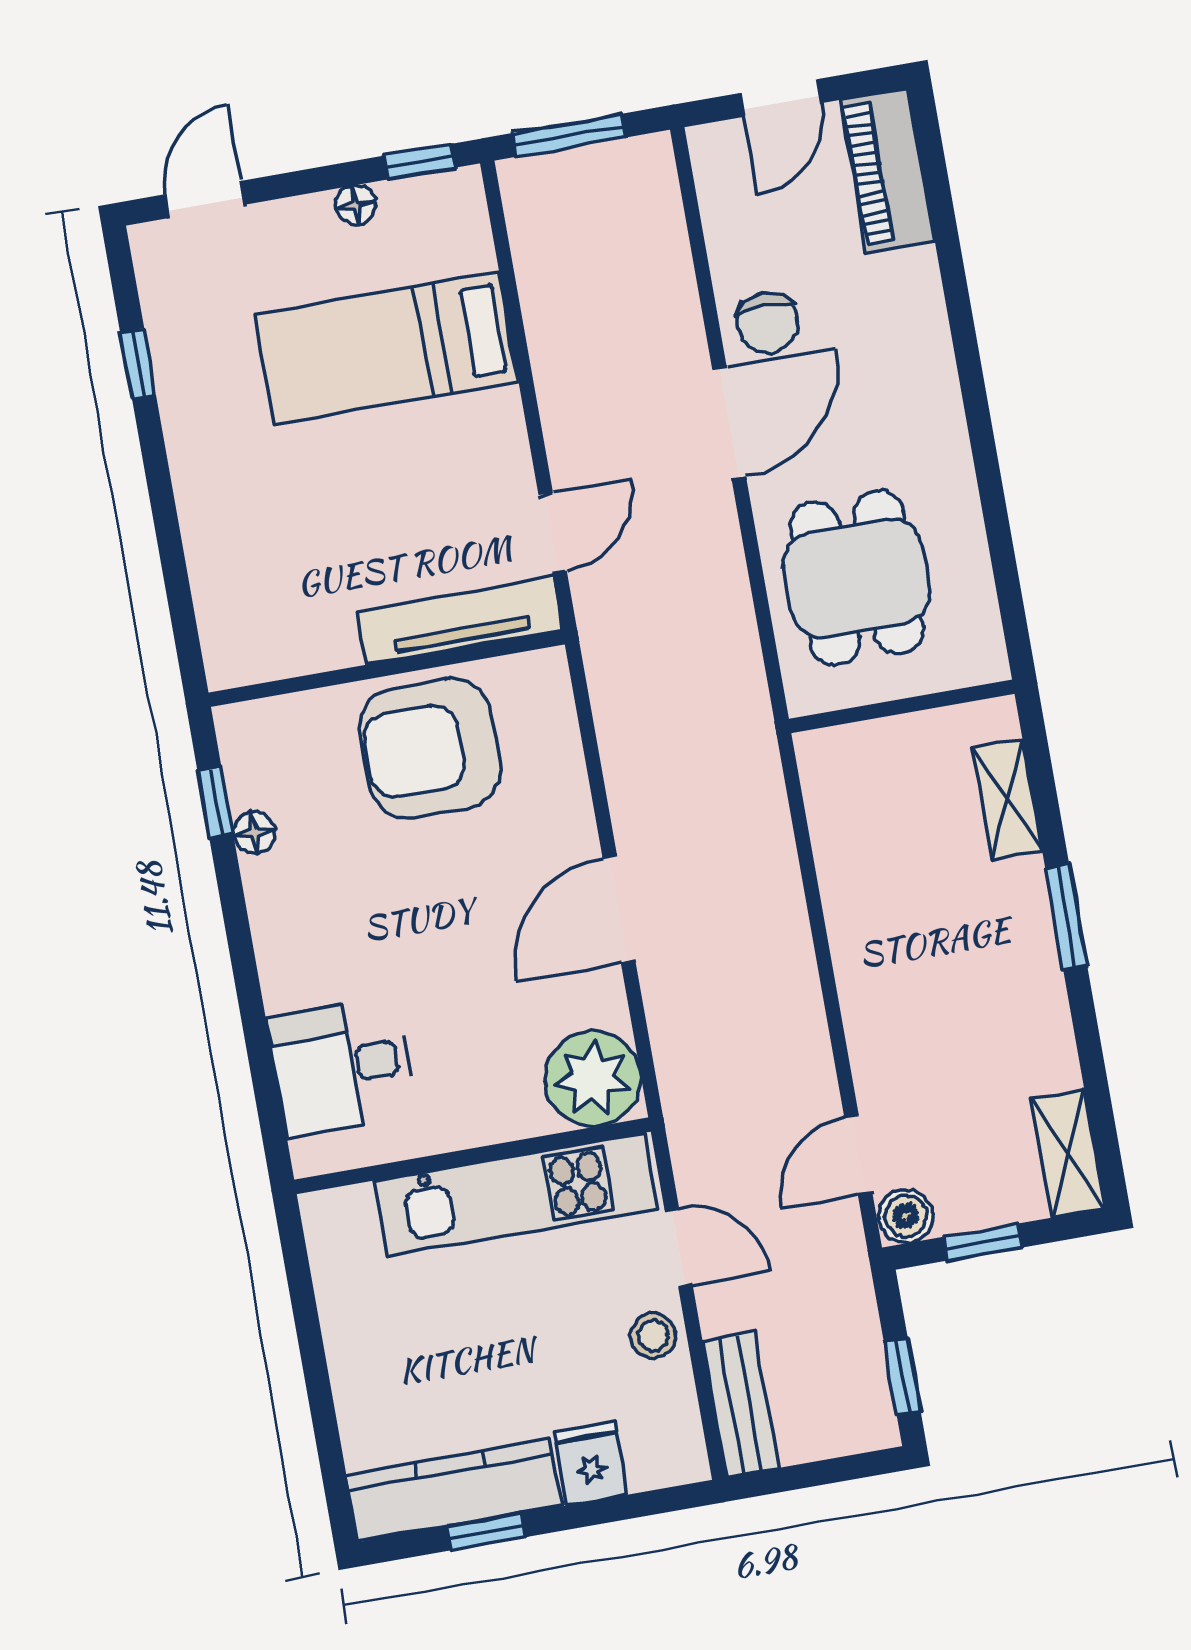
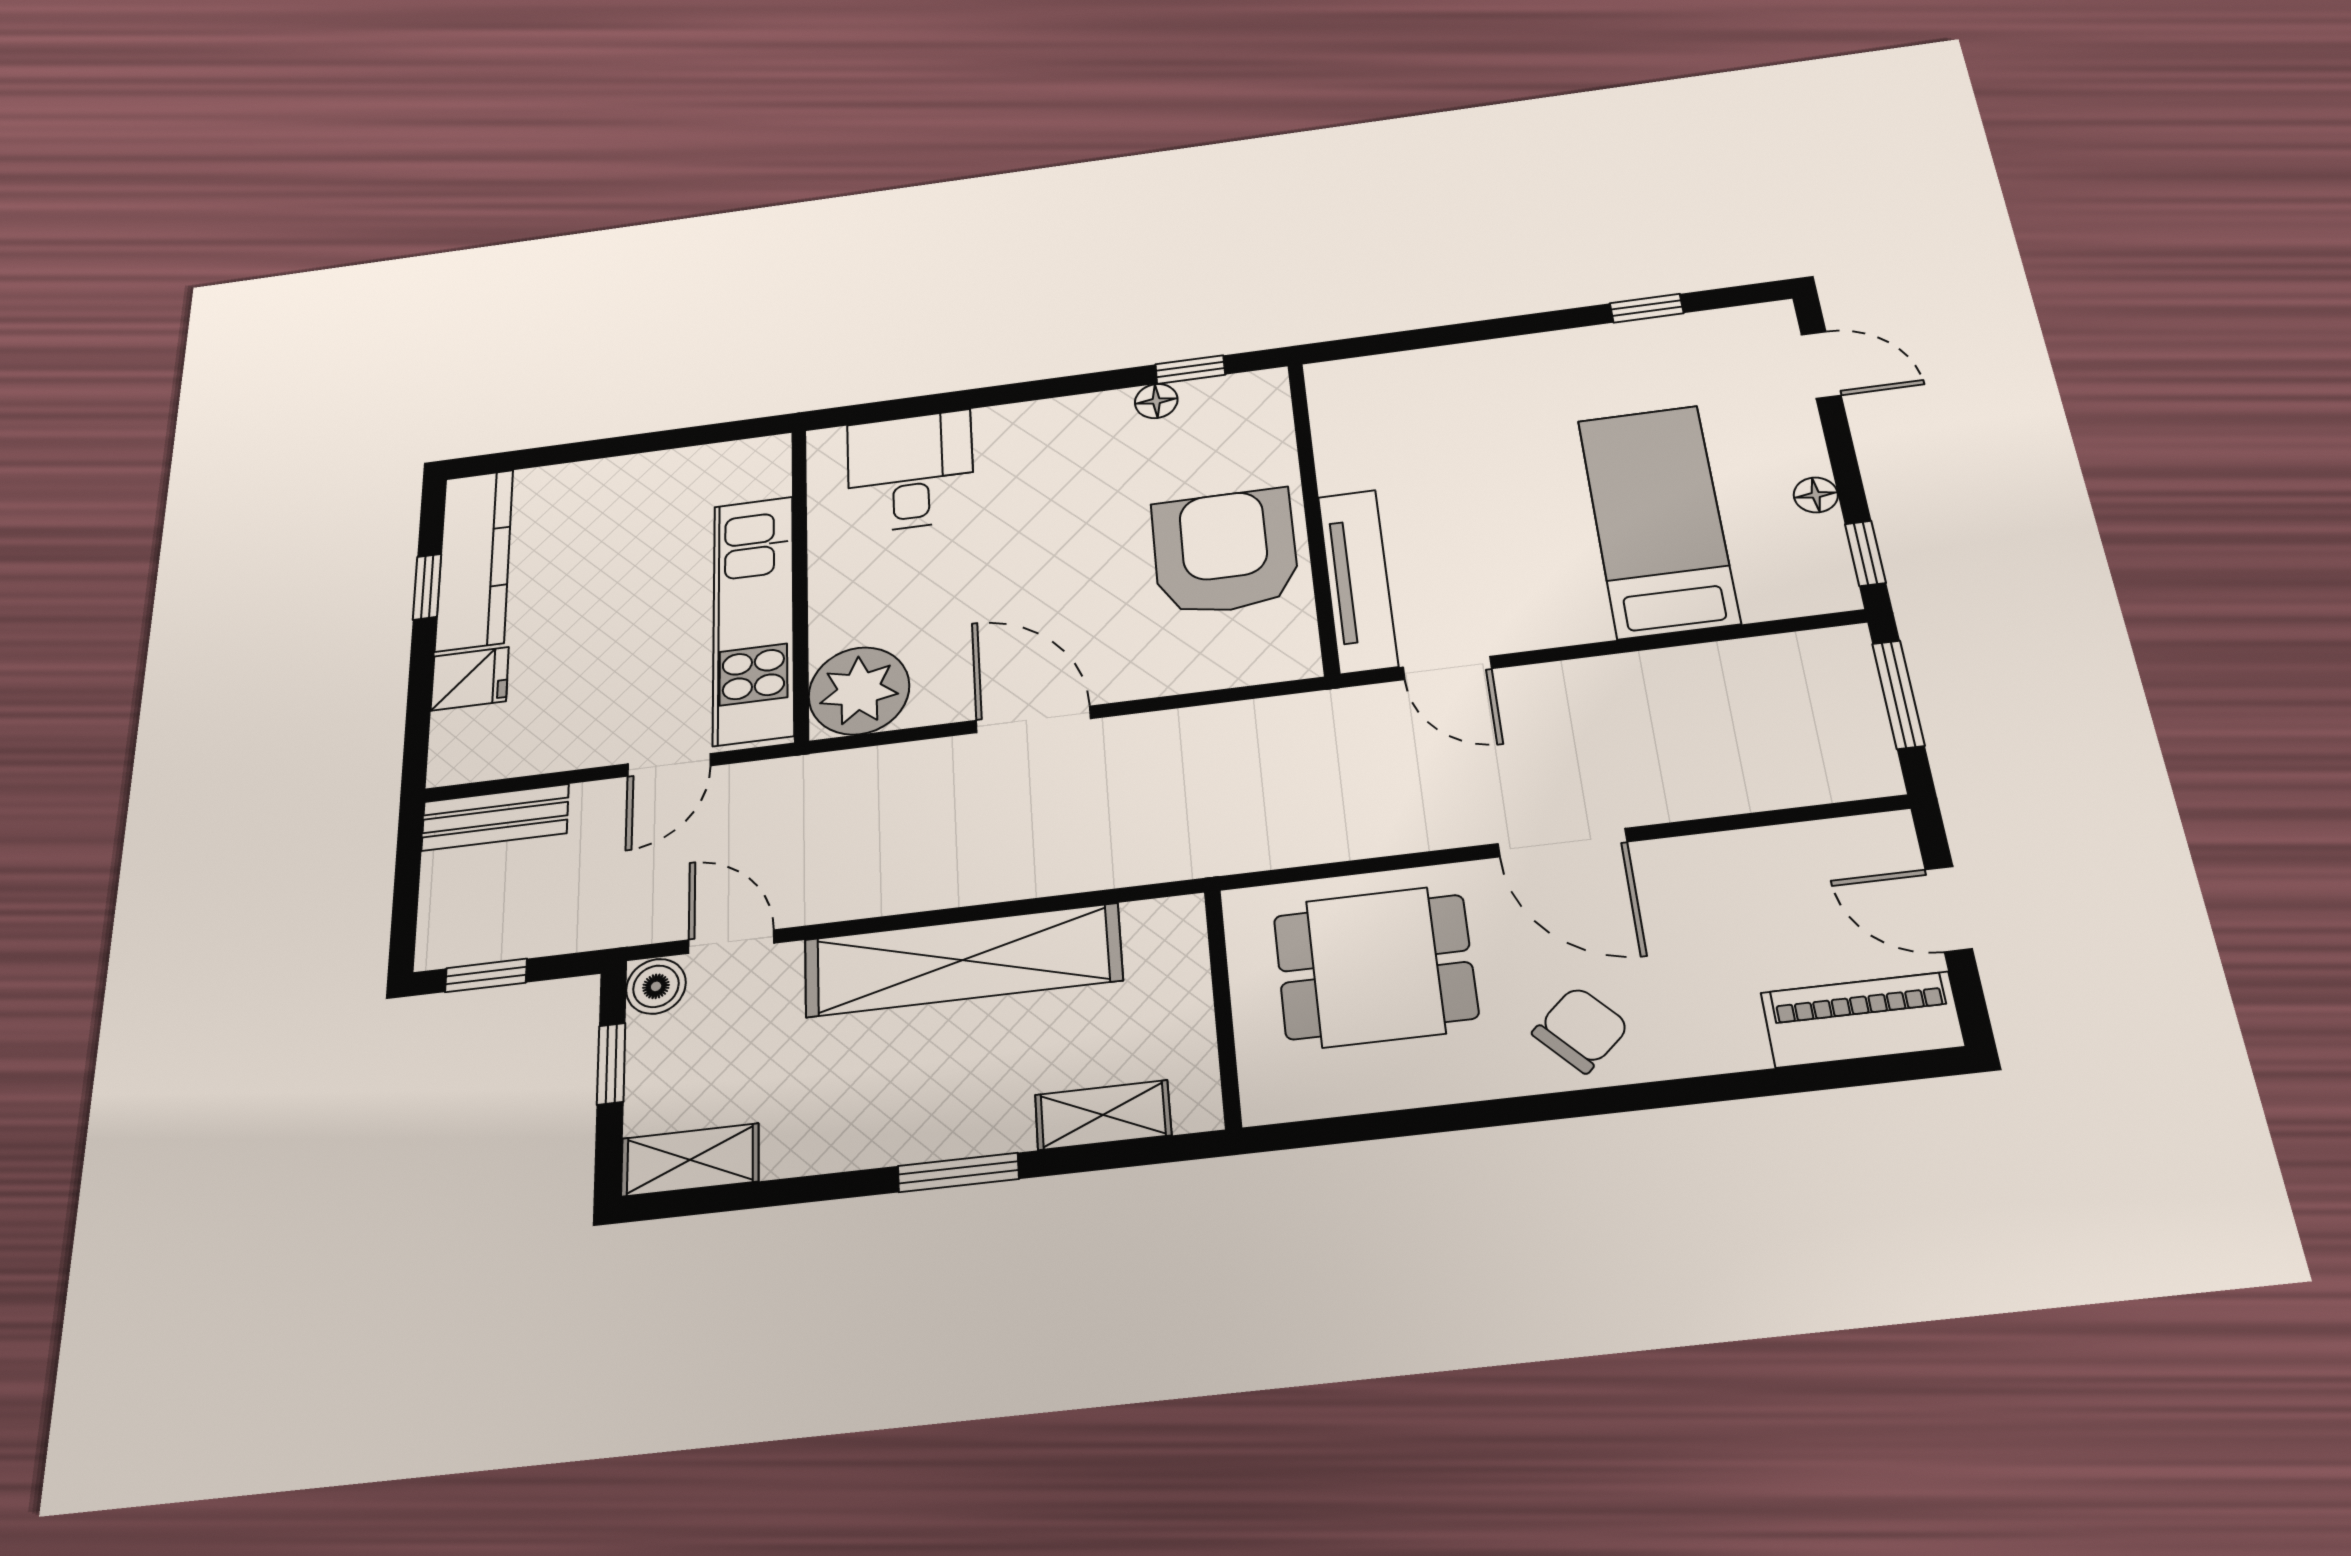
chair: (767, 323) -> (1581, 1029), moved, turned 137
shelving: (867, 941) -> (962, 960), added
stool: (653, 1336) -> (584, 738), removed

